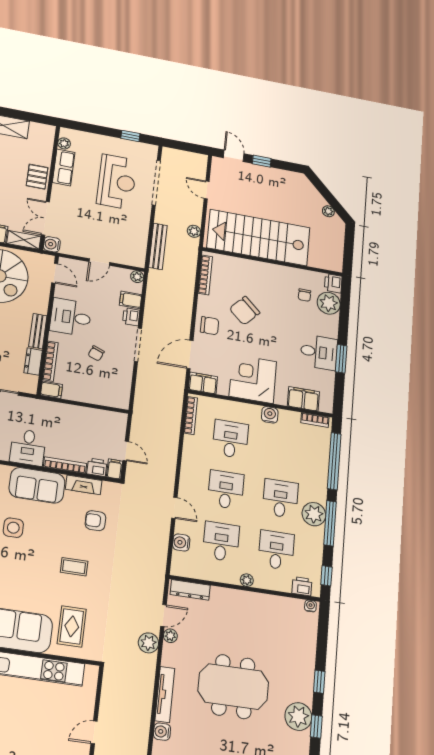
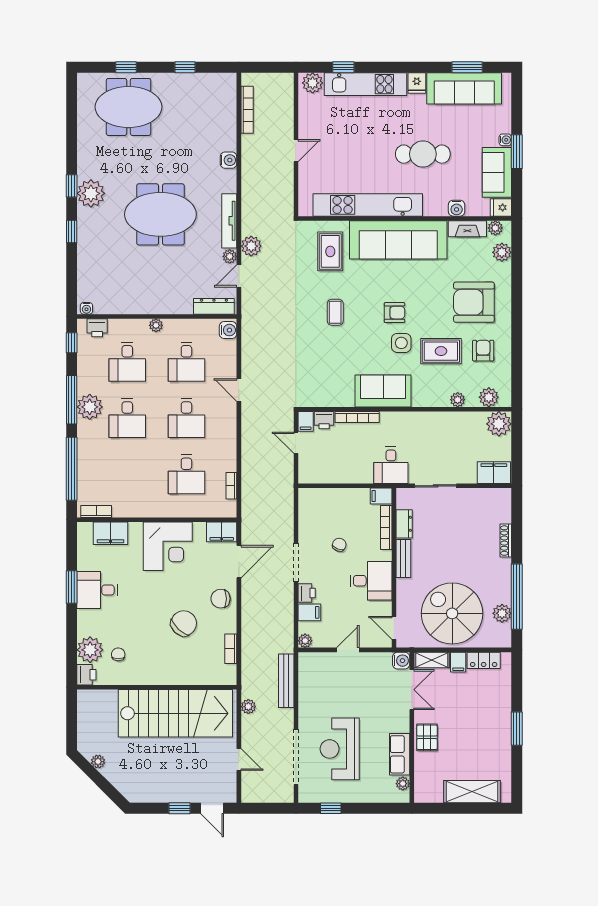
bookcase: (205, 275) -> (231, 649), width x0.64
water cooler: (270, 415) -> (146, 509), removed
bookcase: (191, 416) -> (231, 486), width x0.64
desk: (28, 447) -> (391, 465), moved, turned 180
fireplace: (84, 485) -> (336, 399), removed
armchair: (95, 521) -> (394, 313), moved
water cooler: (181, 543) -> (228, 330), moved
coffee table: (74, 567) -> (335, 312), turned 90
tv unit: (165, 694) -> (229, 221), moved

